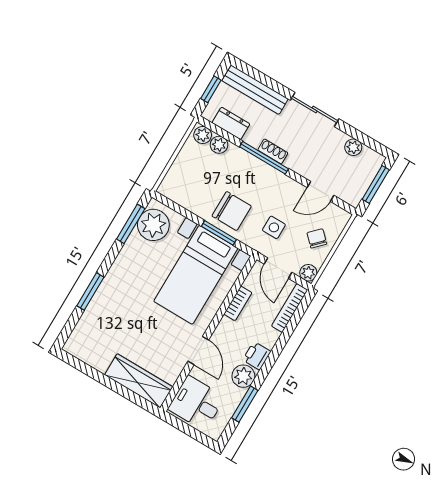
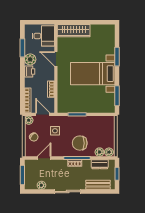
bench: (255, 90) -> (98, 185), width x0.73
chair: (232, 211) -> (80, 143), moved
plant: (153, 225) -> (107, 101), removed
bed with nightstands: (196, 275) -> (93, 74), moved, turned -90

